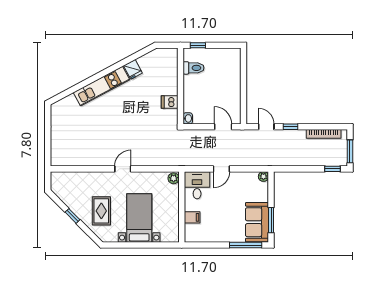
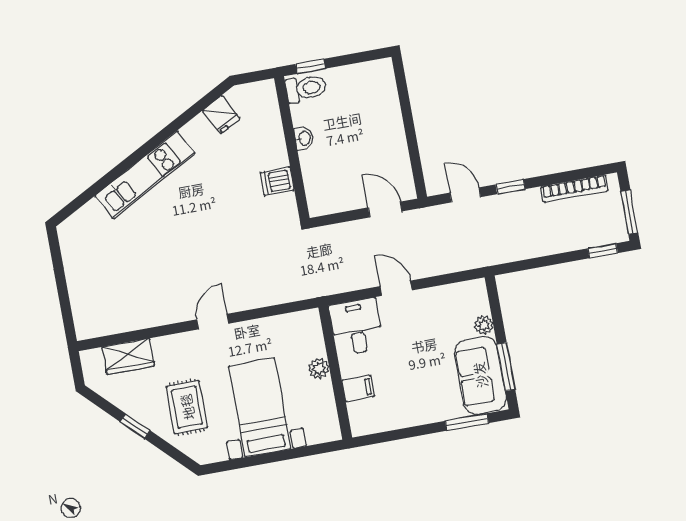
toilet: (193, 68) -> (306, 88), moved
fridge: (133, 69) -> (221, 115), moved
washbasin: (188, 118) -> (304, 138), moved
door: (221, 169) -> (396, 288), swing flipped
plant: (263, 176) -> (484, 325), moved
plant: (174, 178) -> (319, 369), moved
wardrobe: (76, 179) -> (128, 356), added
window: (246, 245) -> (467, 422), width x0.69

